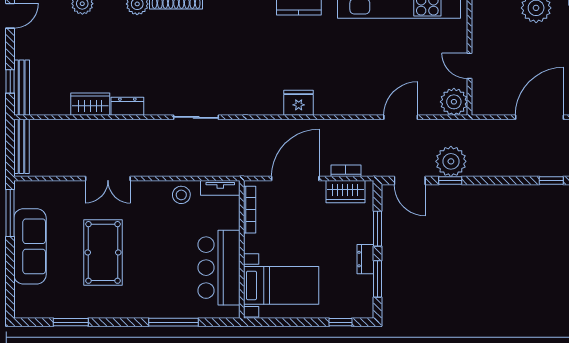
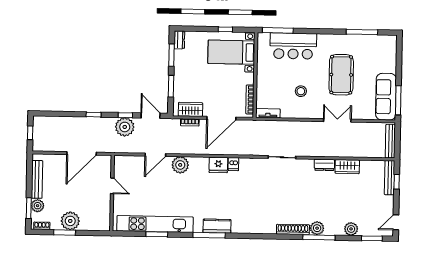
plant: (454, 102) -> (180, 165), moved
dishwasher: (274, 105) -> (233, 164), added
door: (540, 117) -> (82, 153), moved
window: (551, 180) -> (94, 115), moved
stool: (181, 195) -> (301, 91), moved
sofa: (30, 246) -> (386, 97), moved
dresser: (365, 259) -> (179, 40), moved
bar counter: (219, 268) -> (293, 46), moved, turned 90
window: (71, 322) -> (362, 32), width x1.44
window: (174, 322) -> (278, 30), moved
window: (340, 322) -> (225, 29), moved

